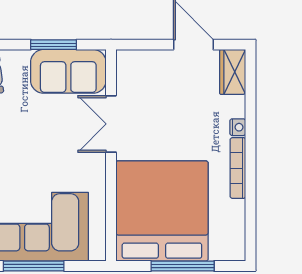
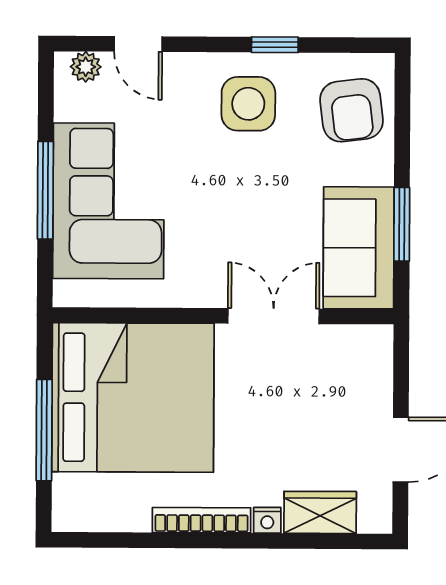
wardrobe: (233, 72) -> (320, 512), moved

